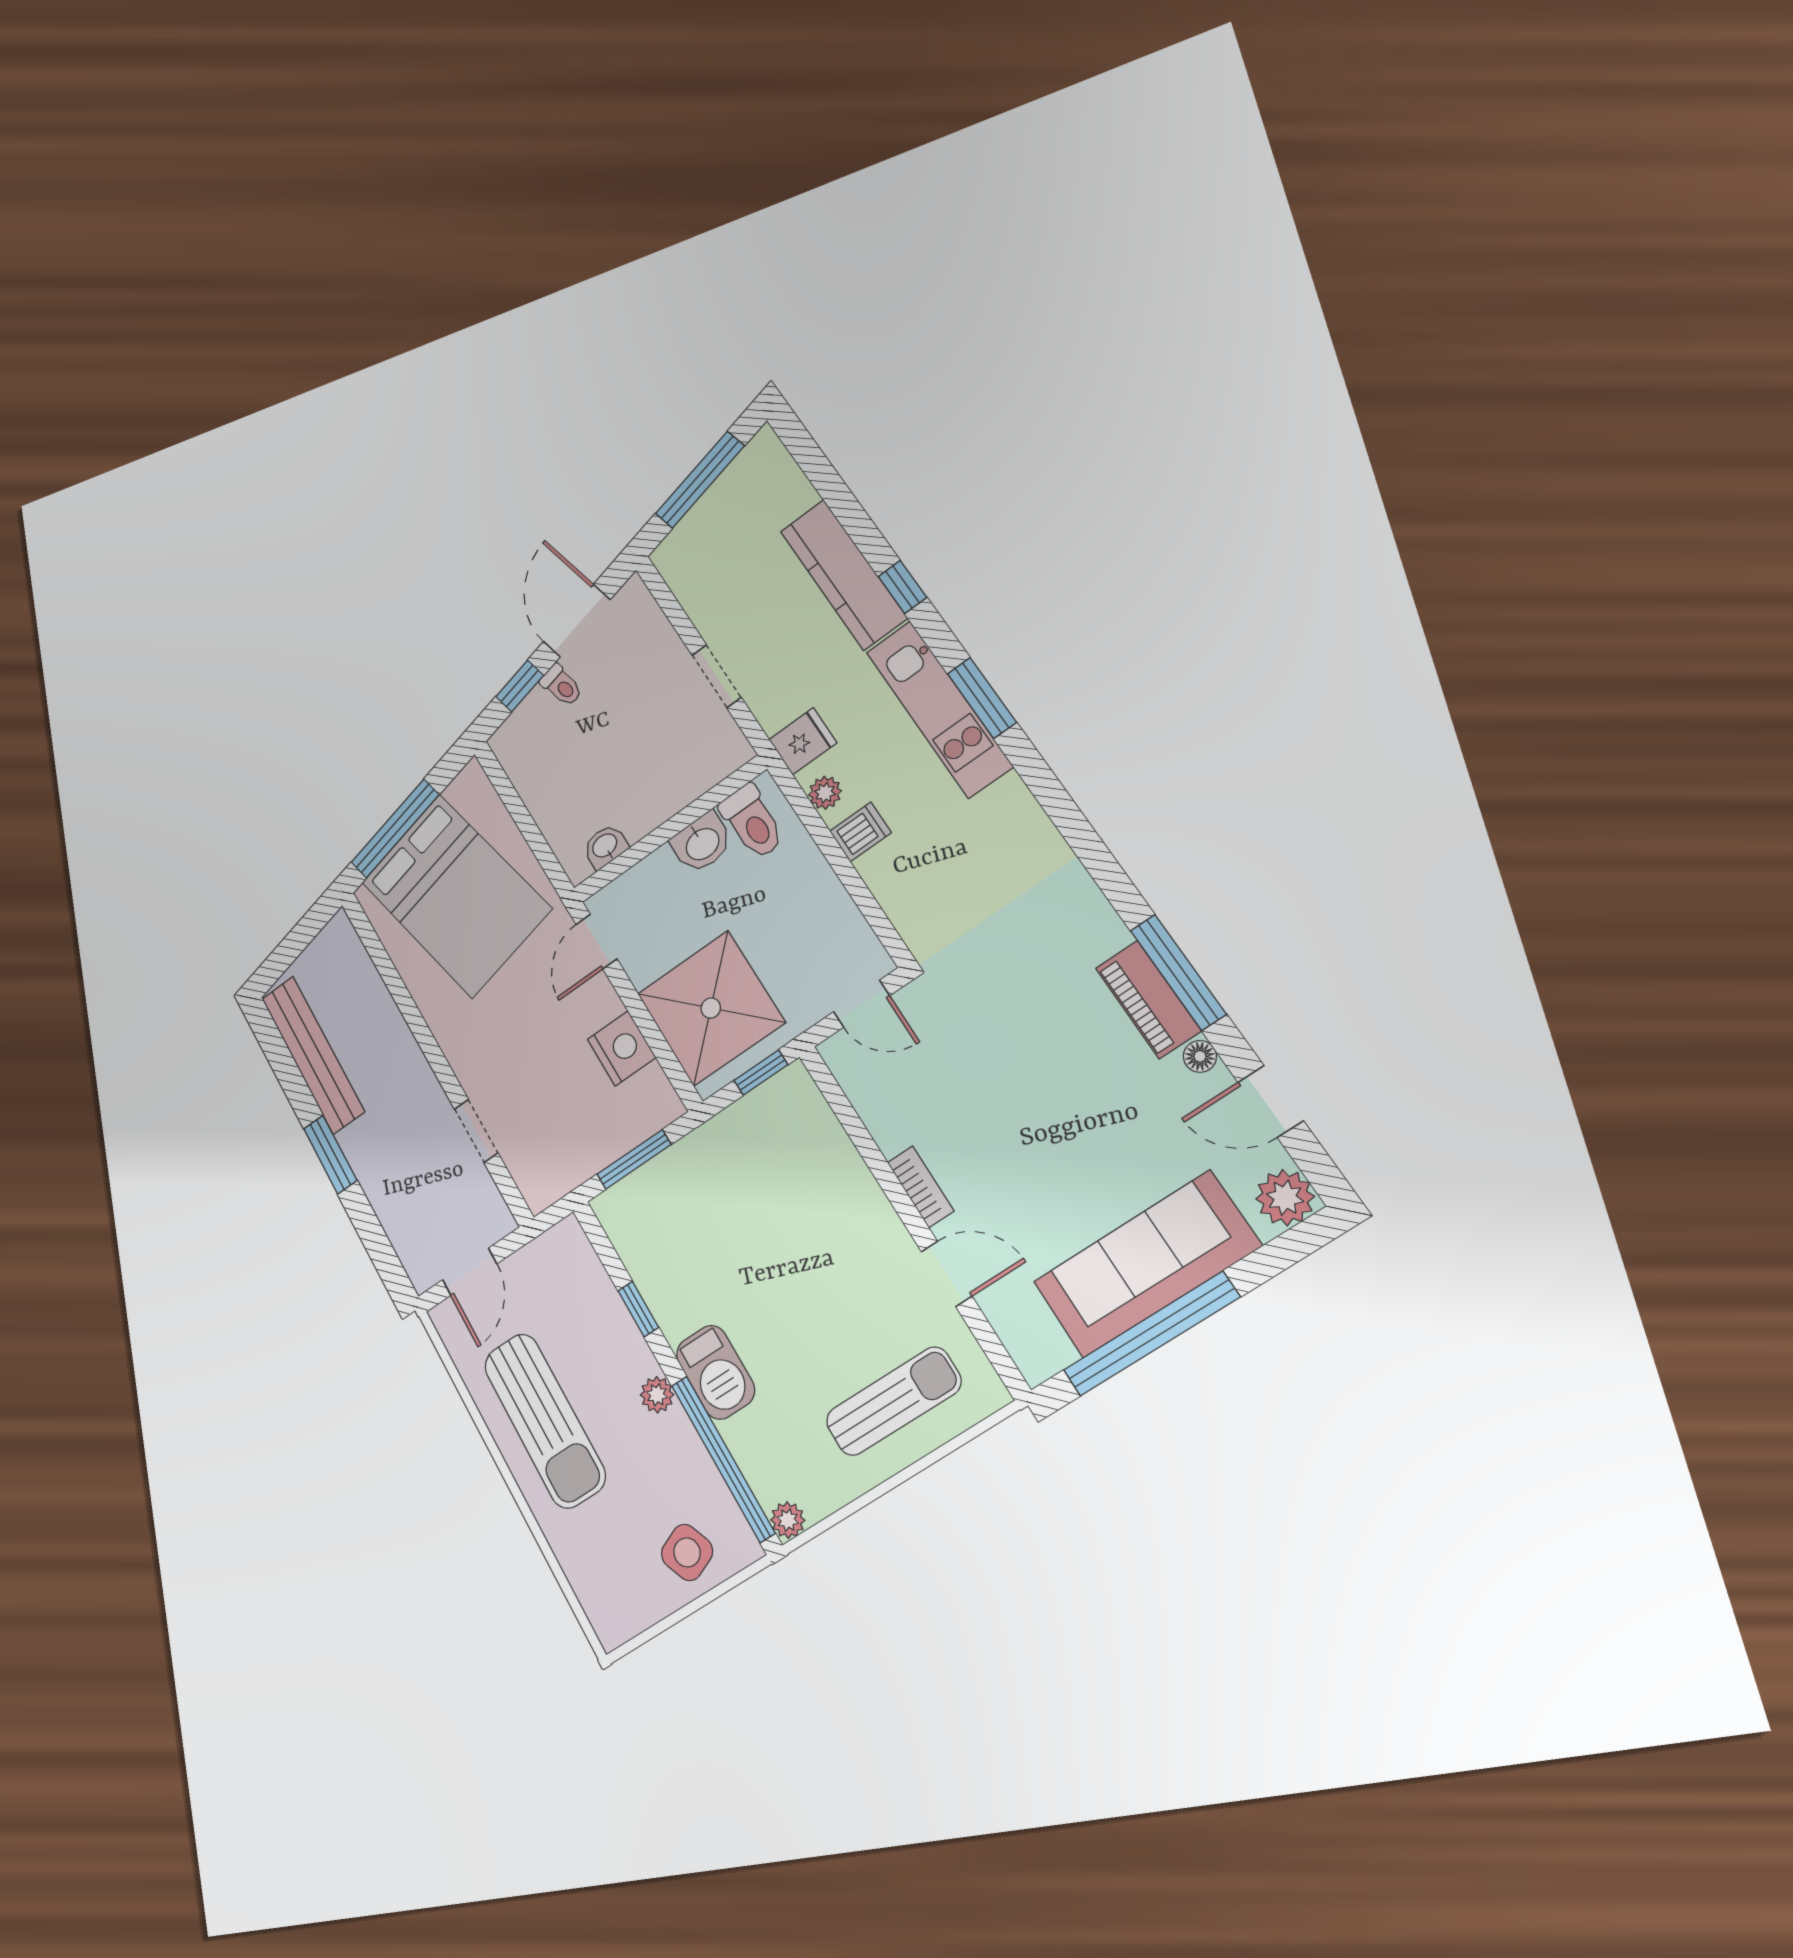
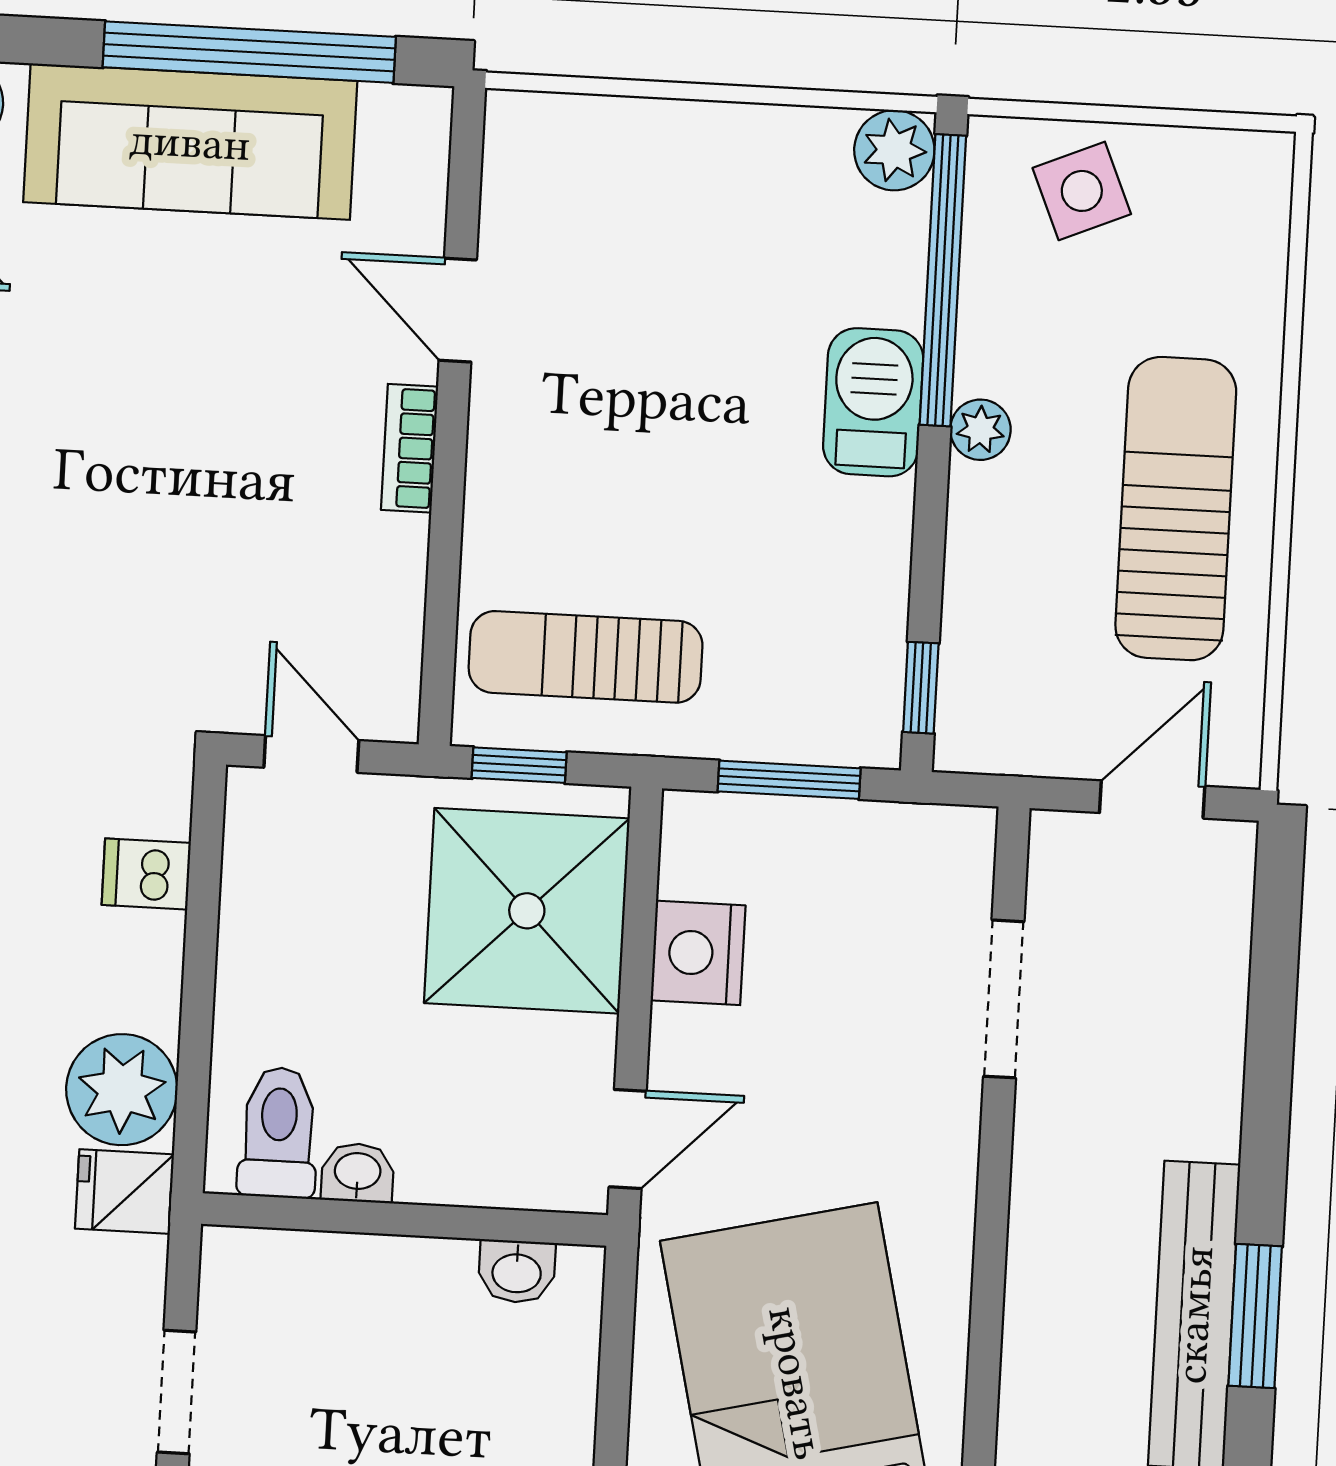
plant: (825, 793) -> (122, 1090), width x1.88, depth x1.88
dishwasher: (860, 832) -> (146, 874), moved
washbasin: (702, 843) -> (358, 1173), width x0.72, depth x0.69
doorway: (476, 1131) -> (1004, 999), width x1.38
window: (330, 1154) -> (1255, 1316), moved
window: (638, 1309) -> (921, 688), moved
sun lounger: (893, 1401) -> (586, 657), moved
plant: (788, 1520) -> (894, 150), width x1.38, depth x1.38

